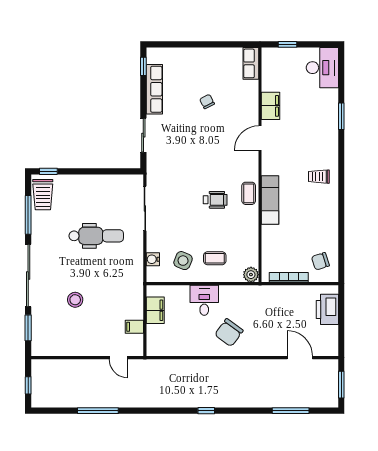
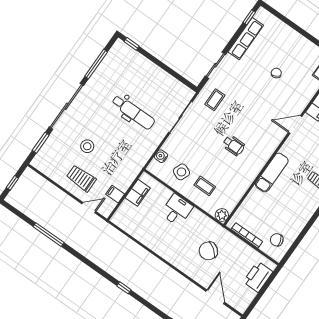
coffee table: (249, 193) -> (215, 100), moved
trolley: (43, 195) -> (81, 178), moved, turned 90
chair: (229, 333) -> (208, 251), moved
door: (118, 358) -> (89, 208), swing flipped

